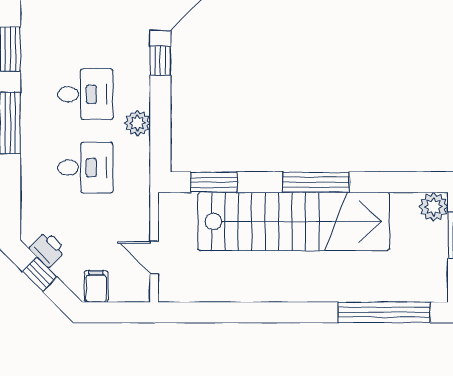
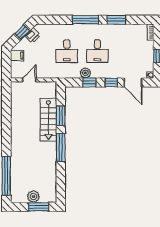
window: (160, 114) -> (89, 82), added
window: (214, 182) -> (61, 116), moved
plant: (434, 207) -> (33, 197), moved
stairs: (294, 221) -> (48, 120), width x0.54, depth x0.66

